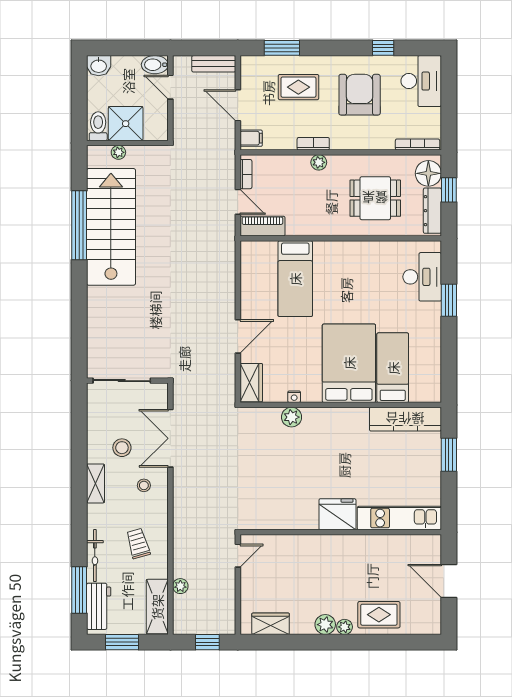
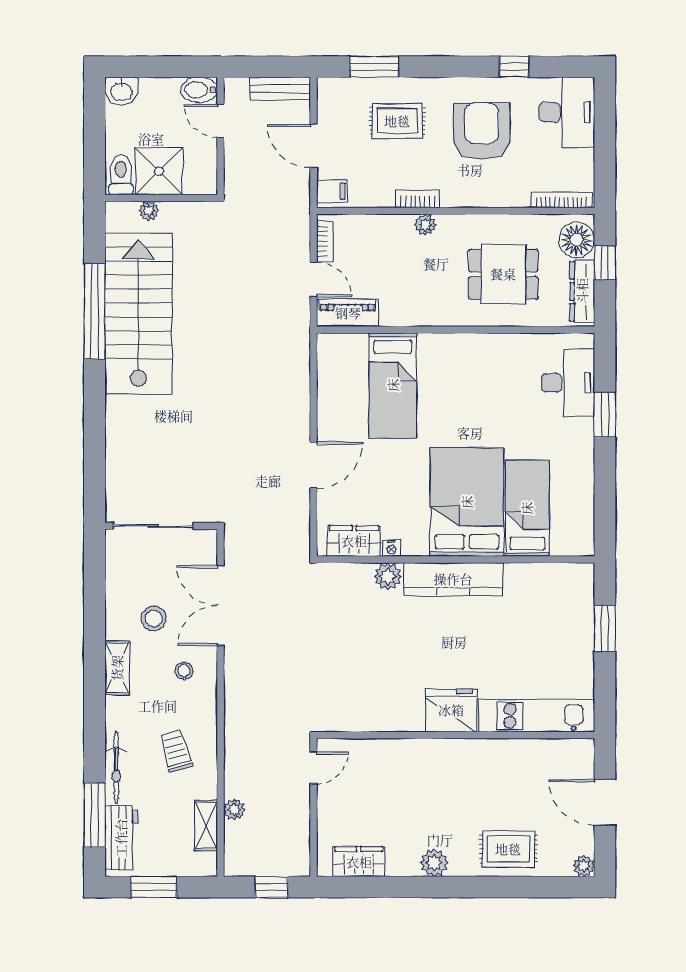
wardrobe: (251, 383) -> (354, 541), moved, turned -90
kitchen counter: (405, 419) -> (453, 579), moved
shelving: (157, 607) -> (206, 825), width x0.67, depth x0.75
plant: (345, 627) -> (584, 866), moved

